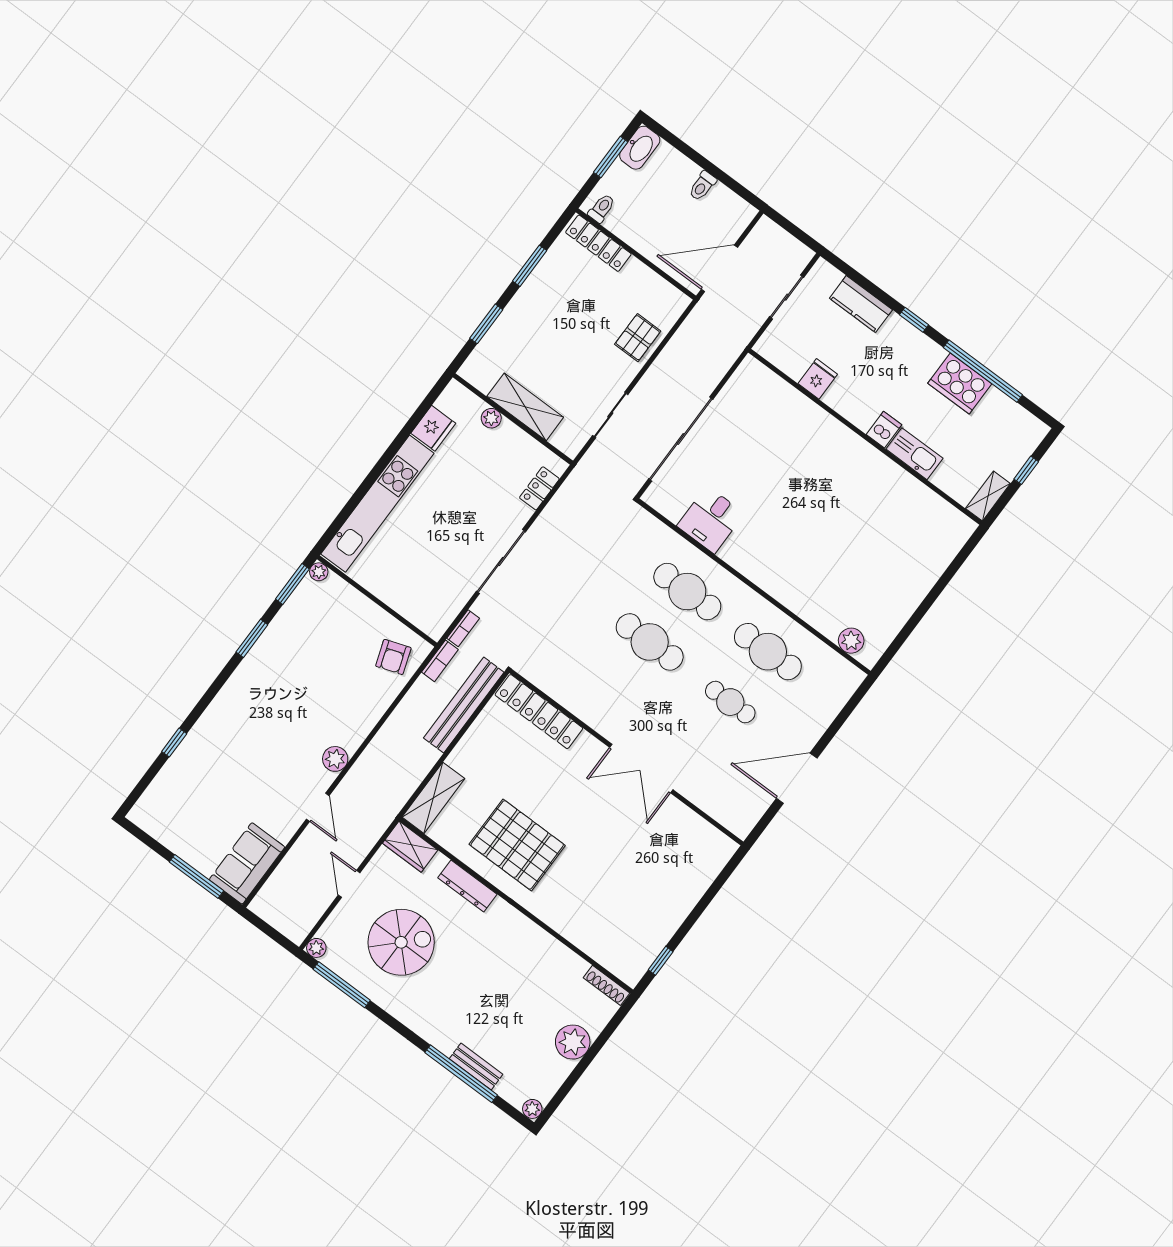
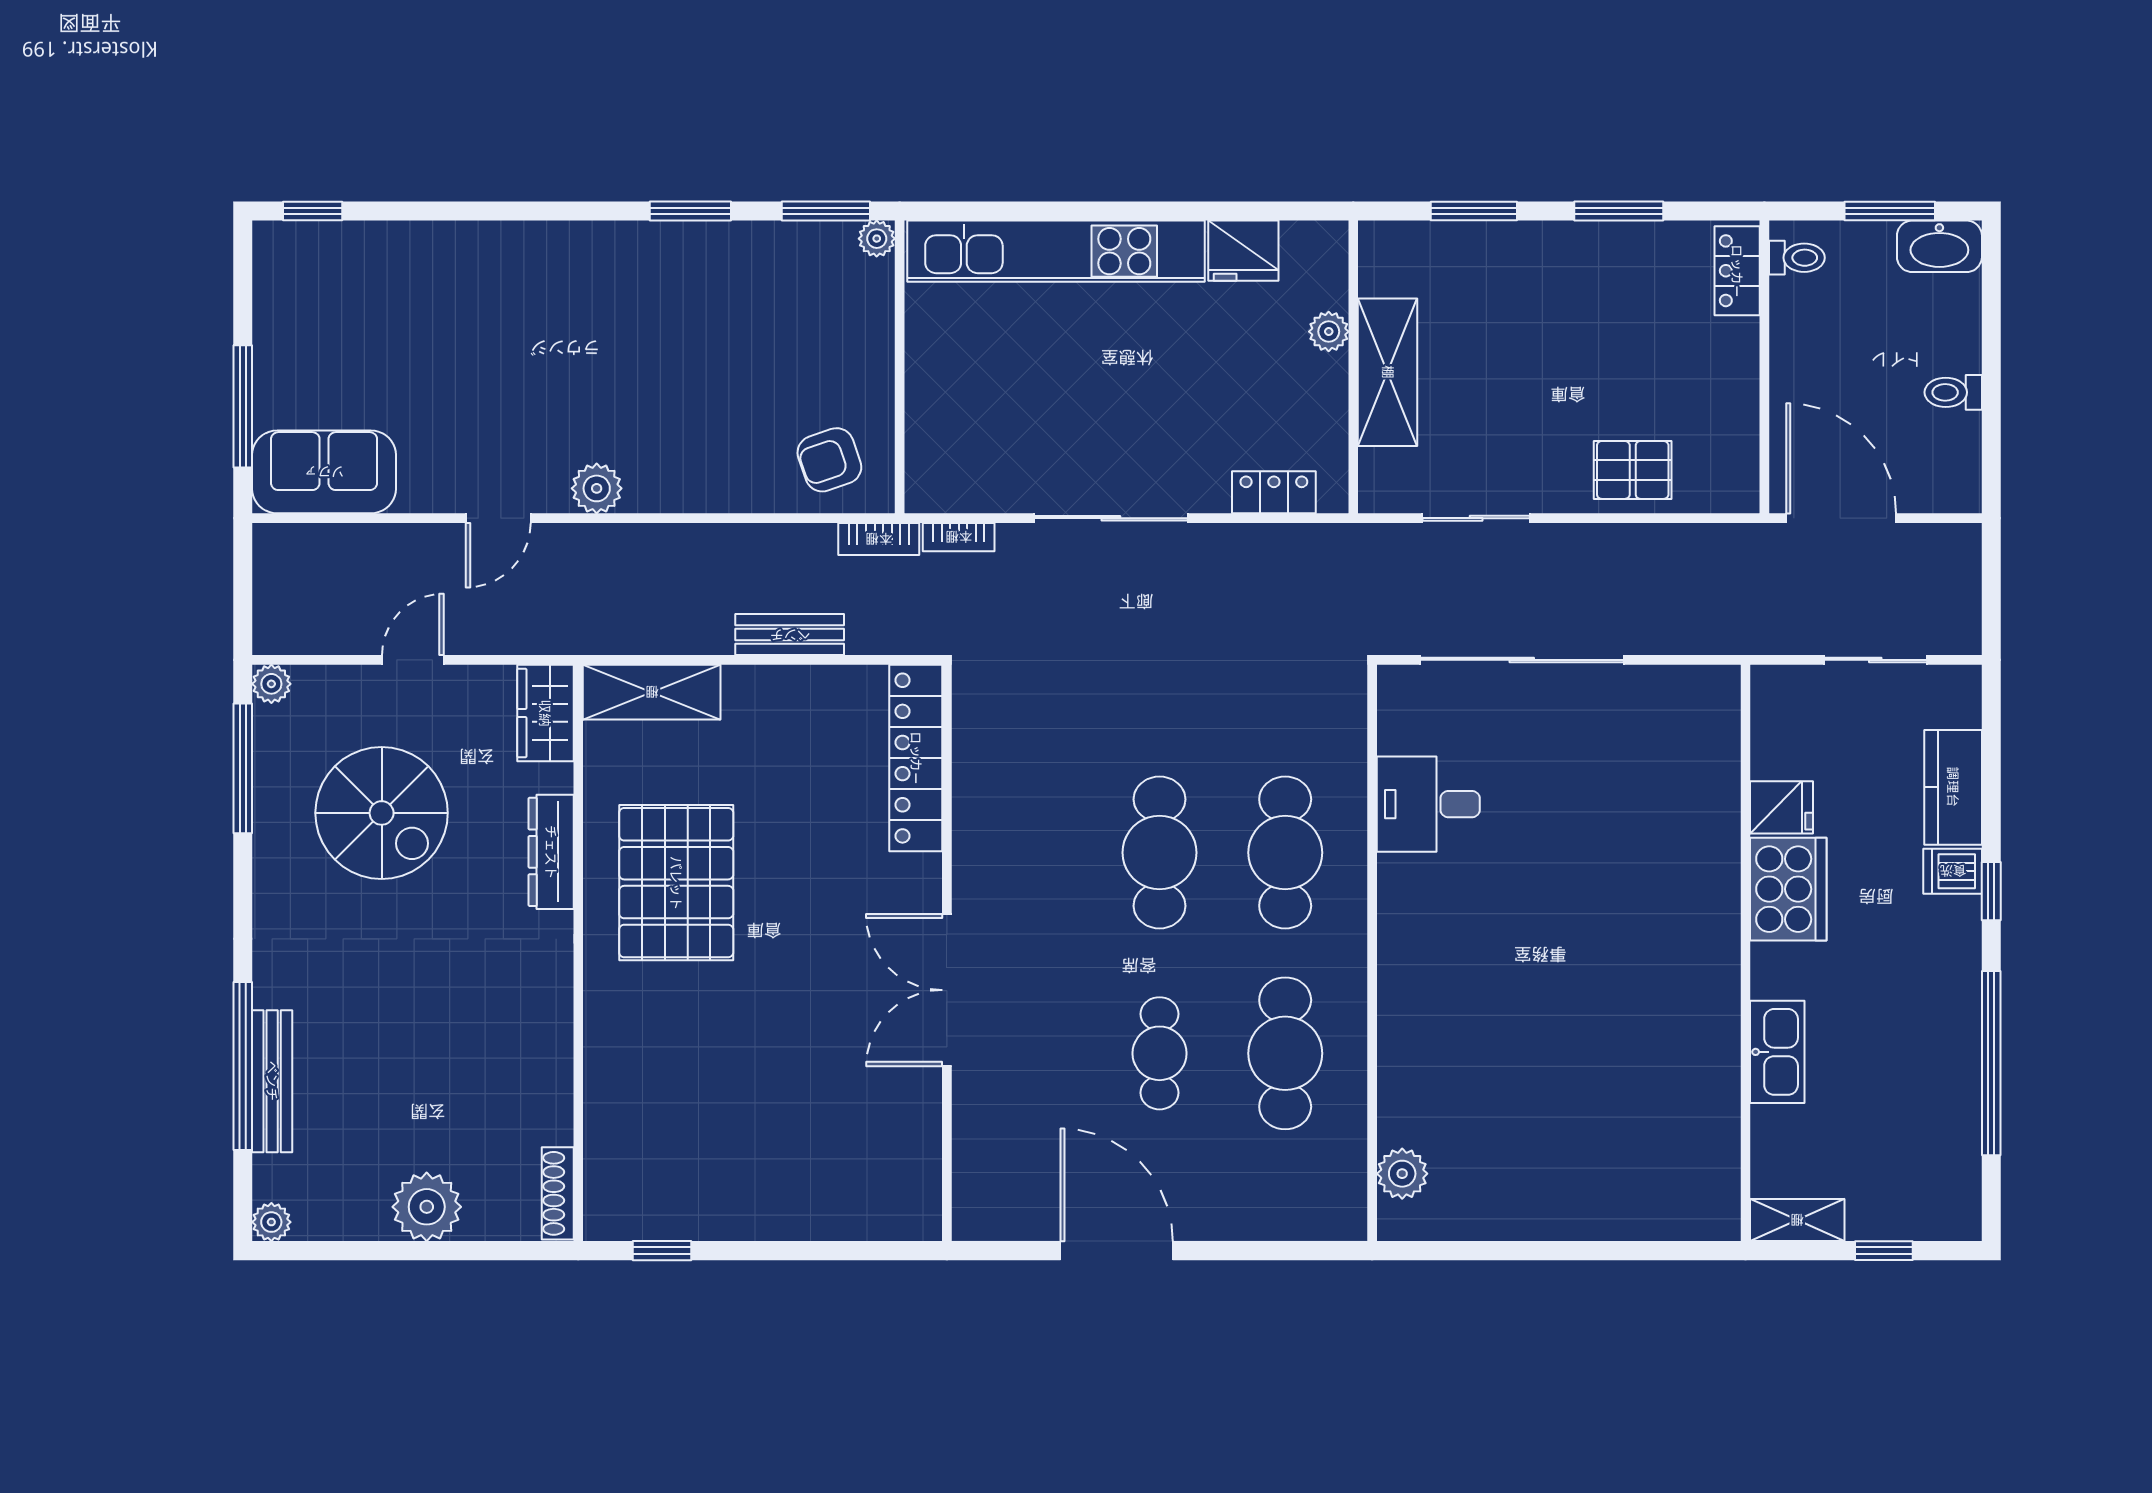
locker: (598, 243) -> (1737, 271), width x0.66
cooker: (960, 384) -> (1788, 889), moved, turned 180
dishwasher: (884, 430) -> (1953, 871), moved, turned 180
bench: (464, 705) -> (790, 635), width x0.54, depth x0.82
window: (174, 743) -> (313, 211), moved
bench: (476, 1067) -> (272, 1081), width x1.36

